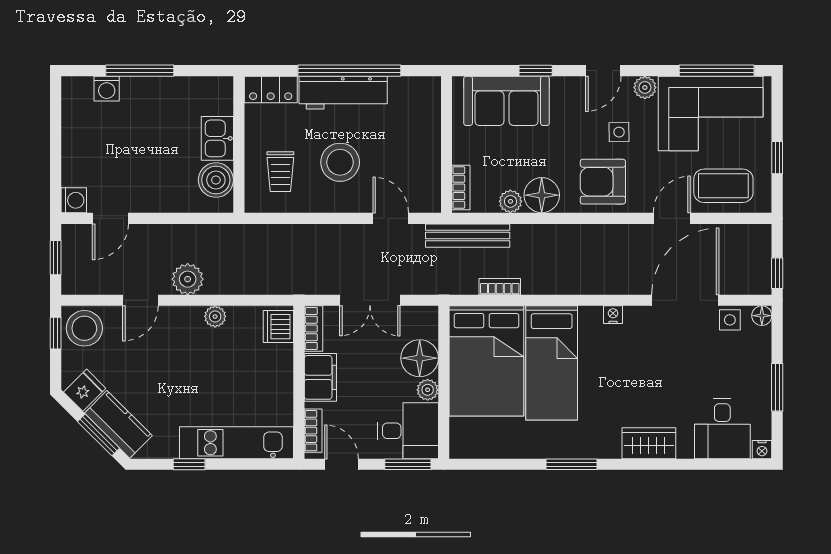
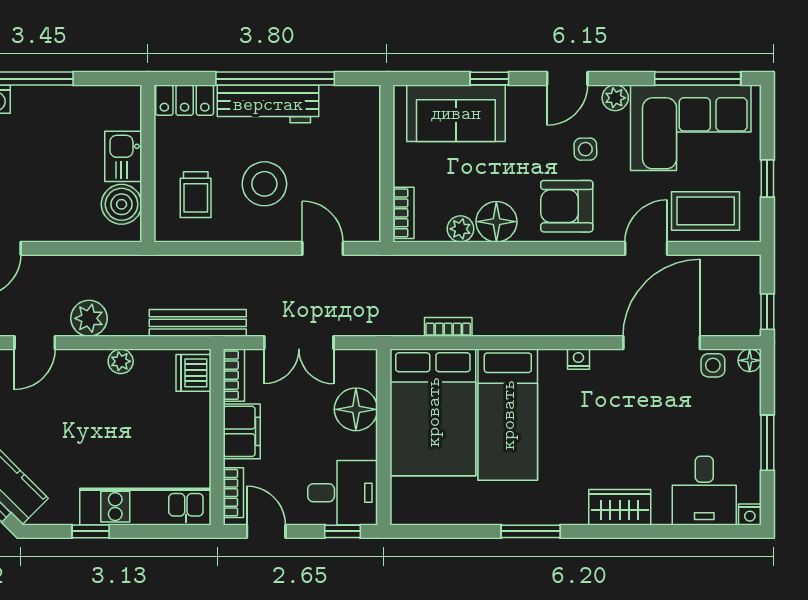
bench: (468, 236) -> (198, 323), moved
plant: (428, 390) -> (365, 446), removed
window: (408, 464) -> (342, 531), width x0.67

